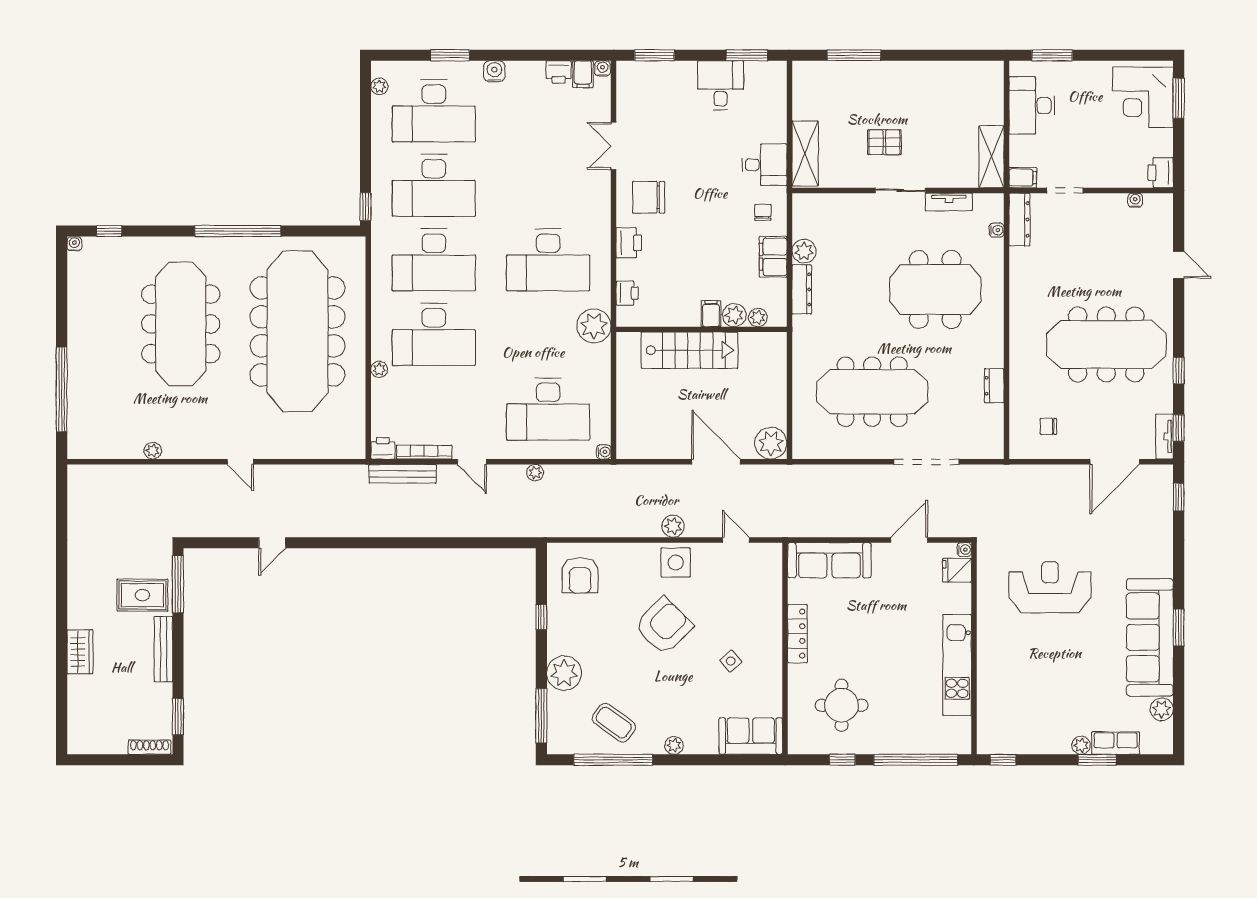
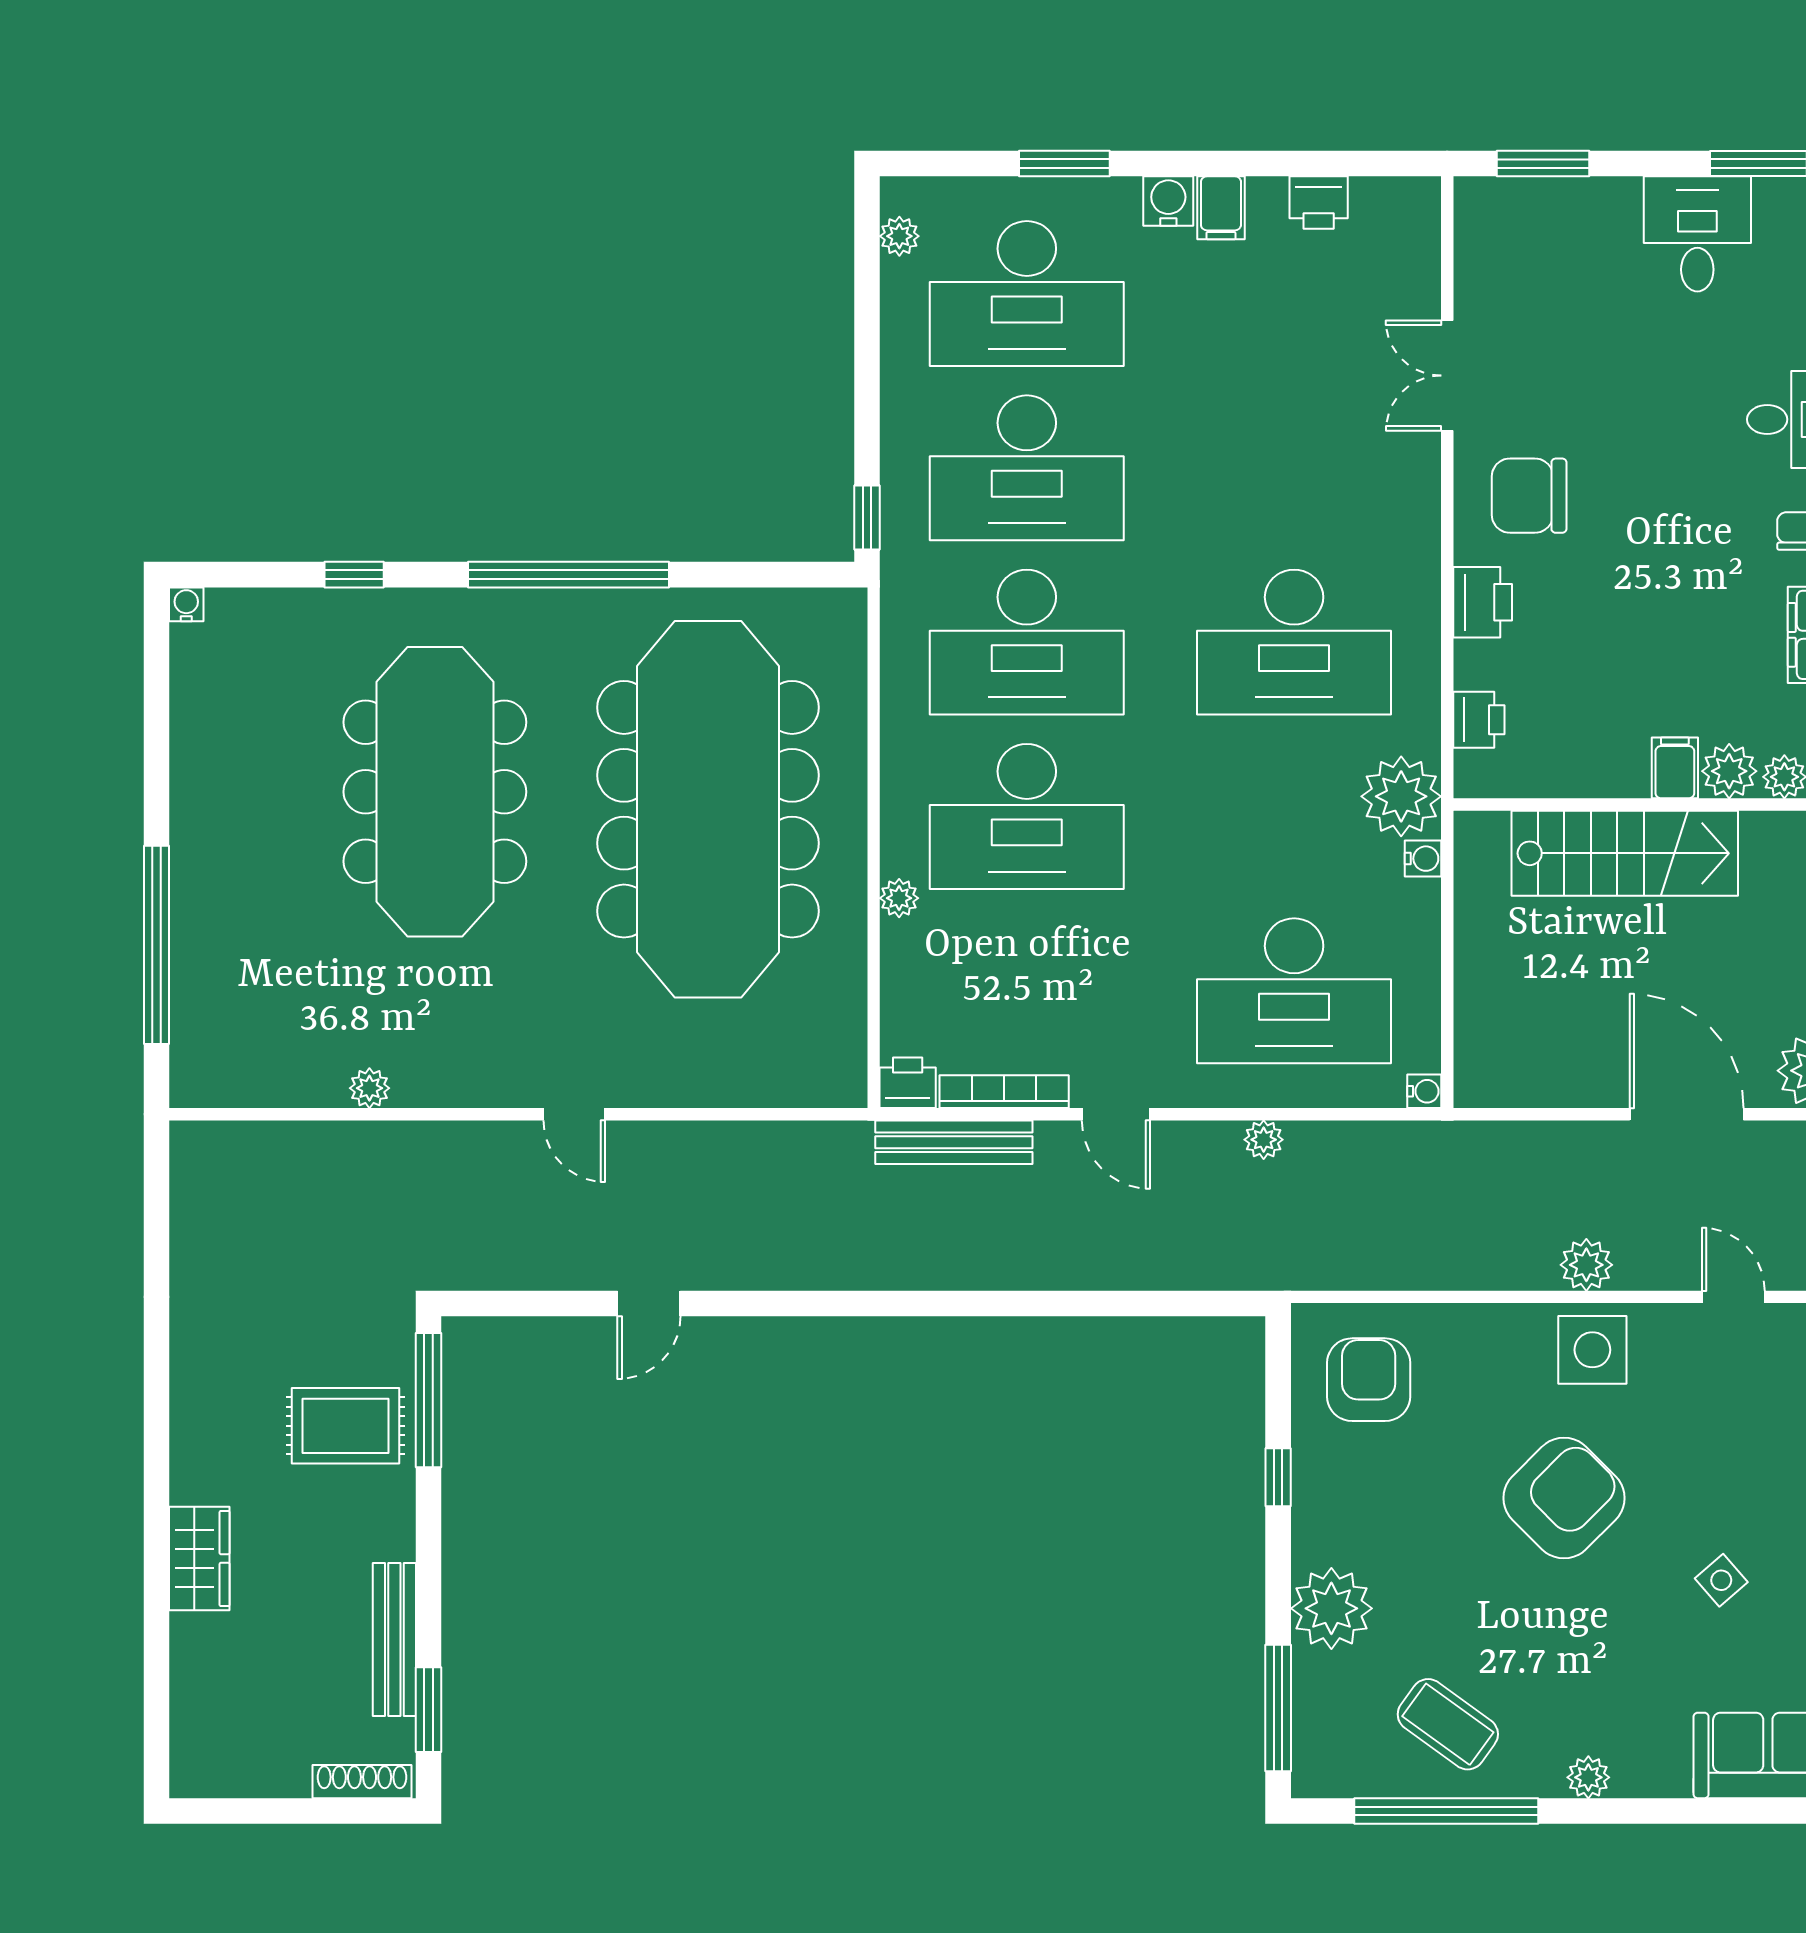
water cooler: (603, 68) -> (1423, 859), moved, turned 90
filing cabinet: (583, 74) -> (1221, 208), moved
window: (109, 231) -> (354, 575), moved
armchair: (580, 575) -> (1369, 1380), turned 180
bench: (163, 649) -> (394, 1639), moved

